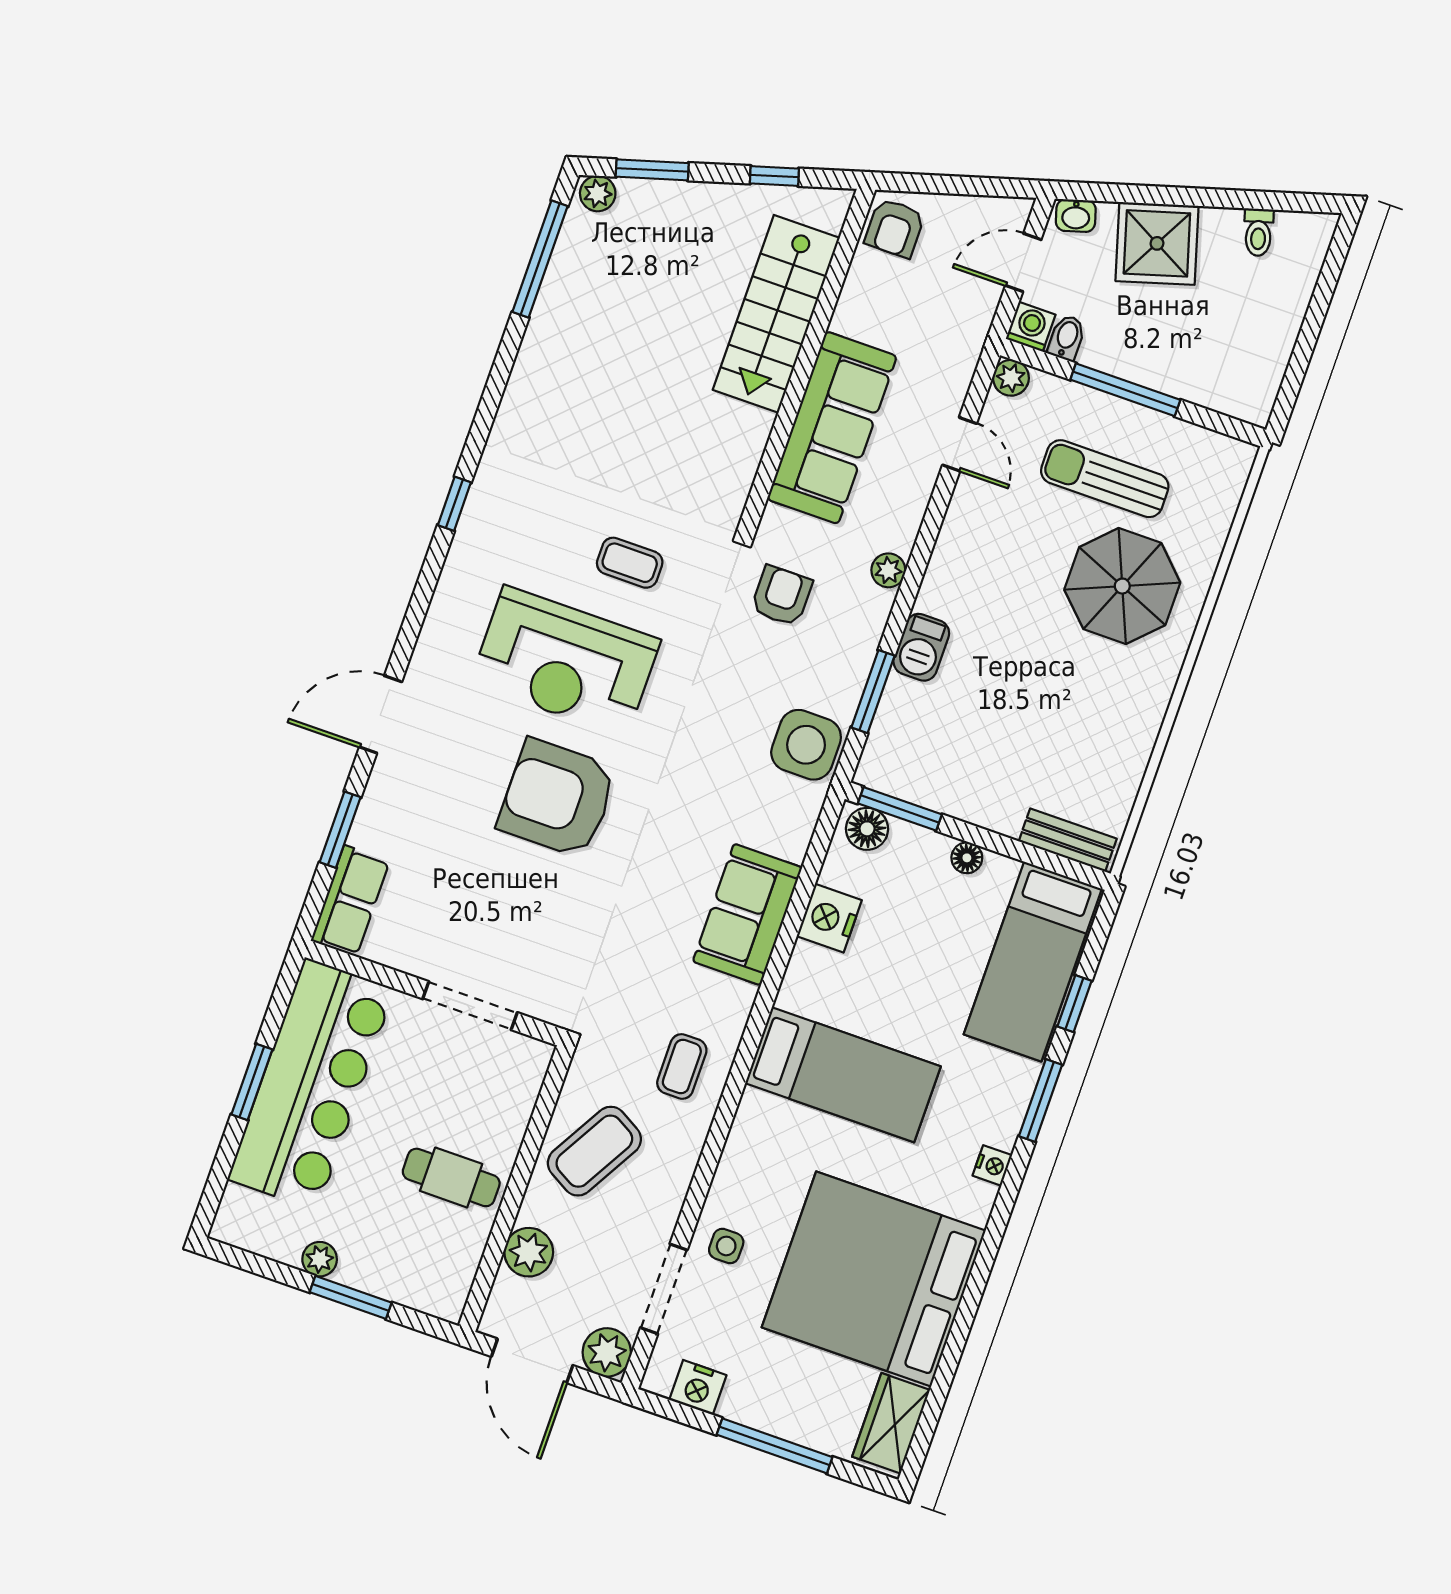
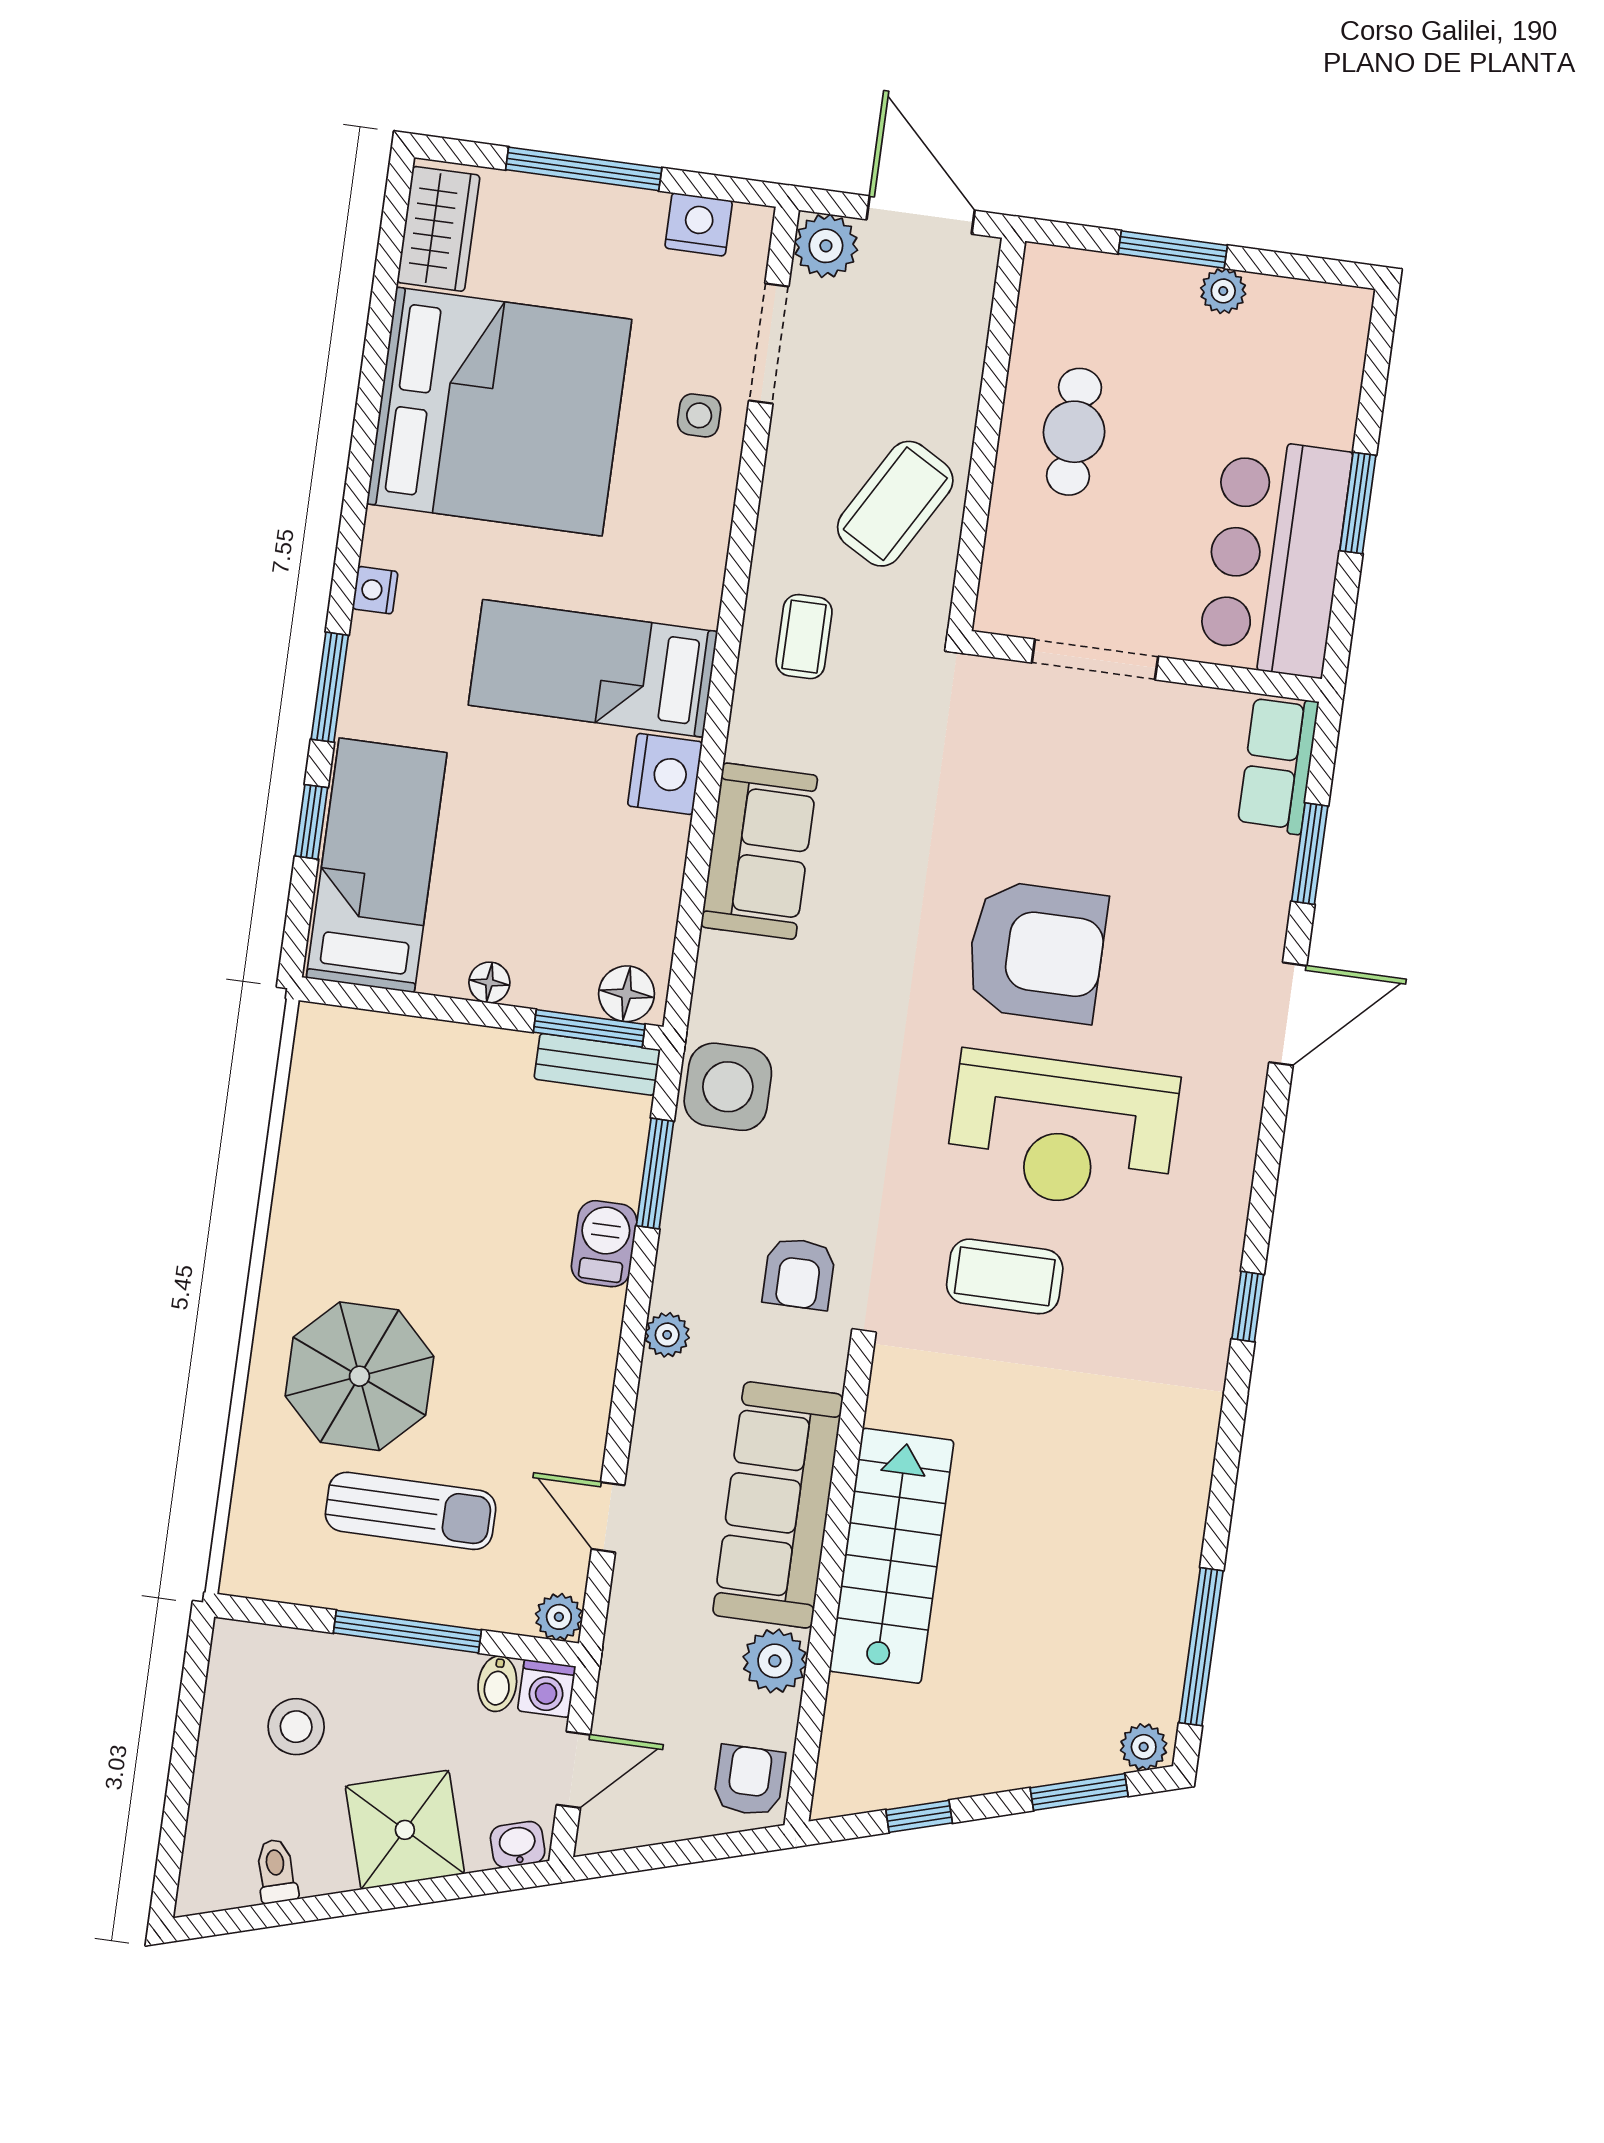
stairs: (776, 314) -> (892, 1556), moved
stool: (1222, 336) -> (296, 1727), added
coffee table: (630, 563) -> (1005, 1276), width x1.36, depth x1.30
reception desk: (565, 662) -> (1062, 1131), turned 180
bench: (1068, 840) -> (597, 1064), moved
nightstand: (829, 918) -> (665, 774), moved
bar counter: (311, 1084) -> (1275, 557), width x0.73
cafe table: (451, 1177) -> (1074, 432), turned 90
plant: (529, 1252) -> (775, 1661), moved

